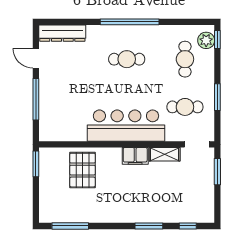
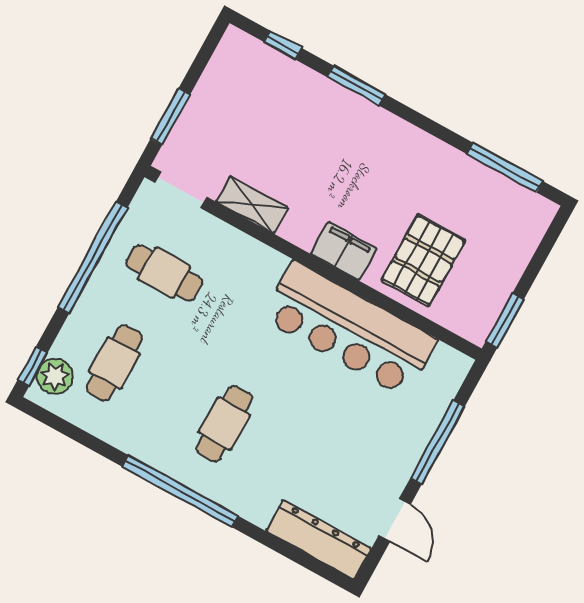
cafe table: (127, 59) -> (224, 424), turned 90
window: (217, 97) -> (93, 257), width x2.11
bar counter: (126, 126) -> (349, 329), moved
filing cabinet: (135, 156) -> (344, 251), moved

